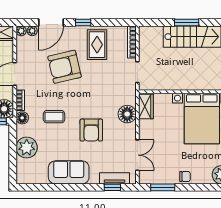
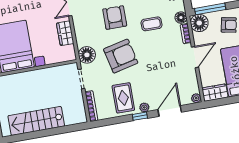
window: (187, 22) -> (44, 133), removed
plant: (32, 31) -> (144, 107), moved
armchair: (64, 67) -> (121, 56), moved
wardrobe: (146, 107) -> (65, 33), moved
floor lamp: (127, 114) -> (87, 55), moved

